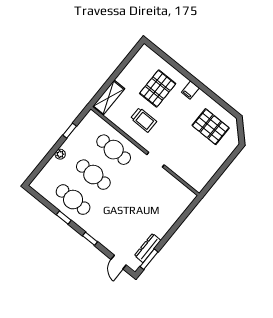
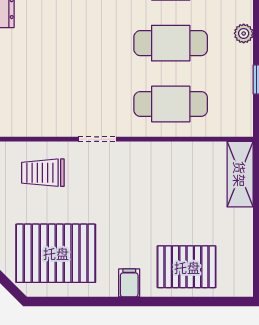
pallet: (158, 88) -> (187, 267), moved, turned 90
trolley: (144, 120) -> (43, 173), moved
pallet: (211, 127) -> (56, 253), width x1.37, depth x1.41

